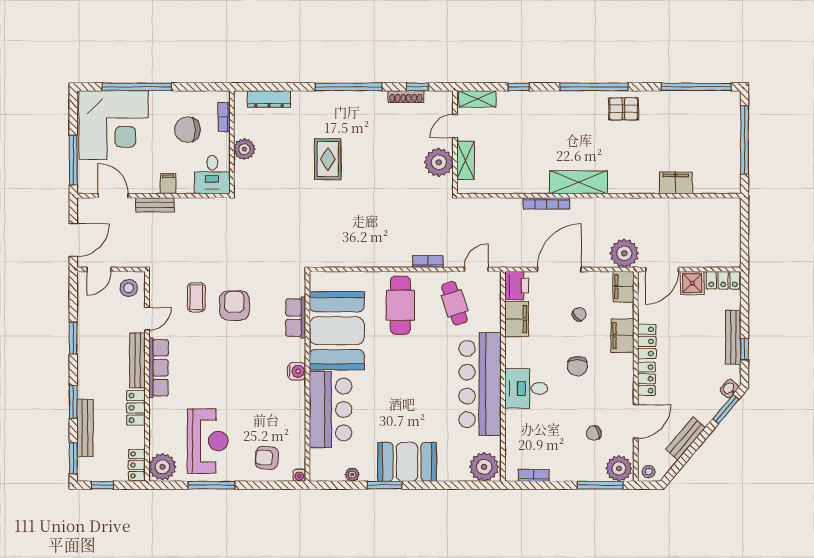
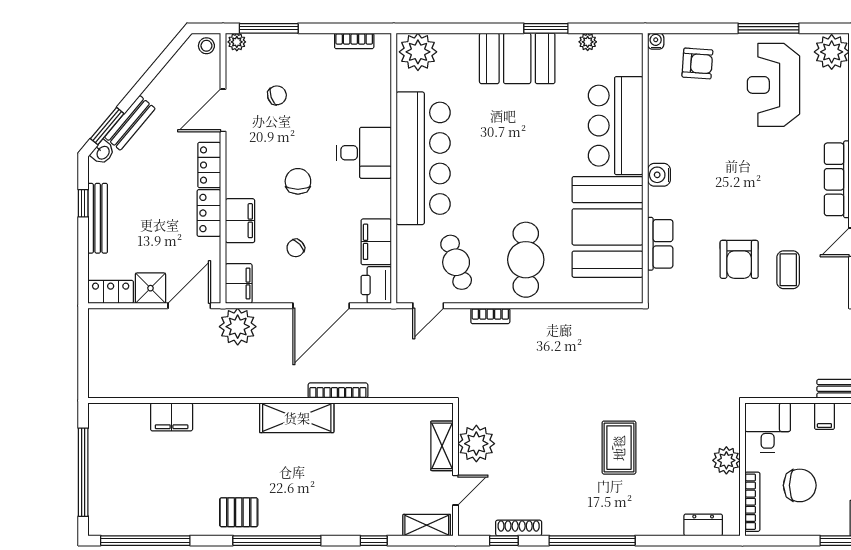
dresser: (269, 99) -> (703, 525), width x0.70
bookcase: (224, 117) -> (752, 502), width x1.56
bench: (686, 439) -> (130, 123), moved
plant: (619, 468) -> (237, 42), width x0.53, depth x0.53

